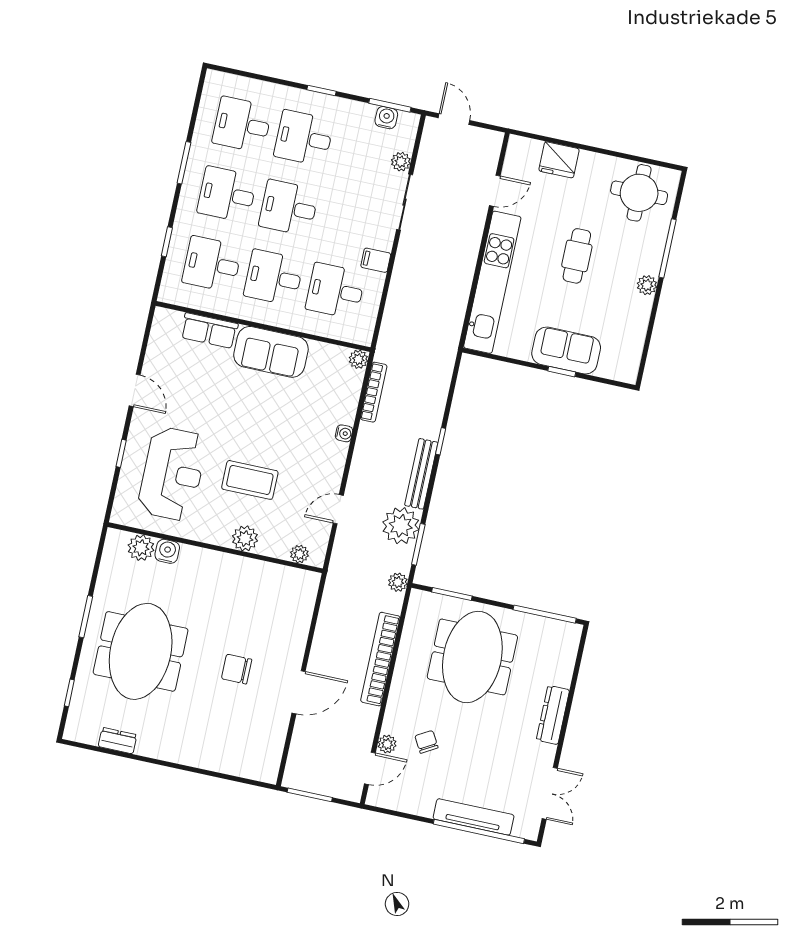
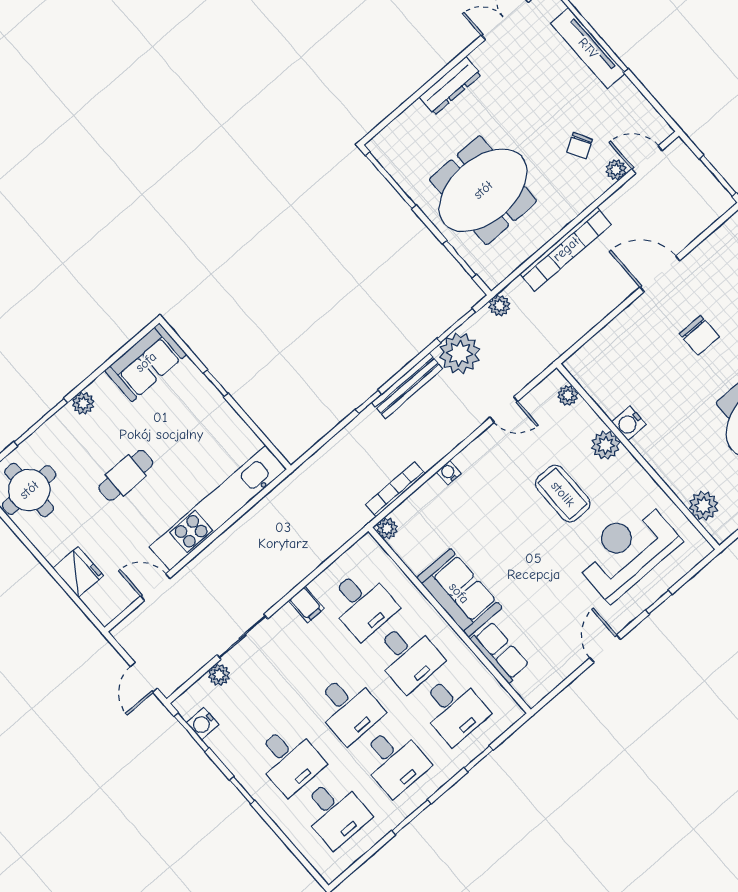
sofa: (566, 350) -> (146, 362), moved, turned -90
water cooler: (167, 551) -> (629, 423), moved

